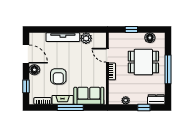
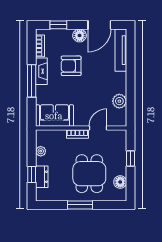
tv unit: (63, 37) -> (121, 50), moved
window: (168, 69) -> (80, 205), width x0.69
sofa: (89, 96) -> (54, 116), moved, turned -90
dresser: (156, 100) -> (42, 177), moved

